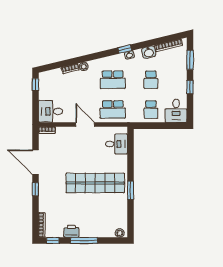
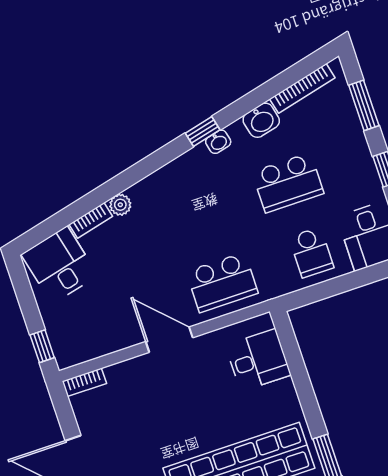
school desk: (113, 80) -> (199, 213), removed
school desk: (151, 80) -> (288, 183), width x1.85
window: (35, 84) -> (42, 346), moved
desk: (51, 111) -> (59, 265), moved, turned 77

